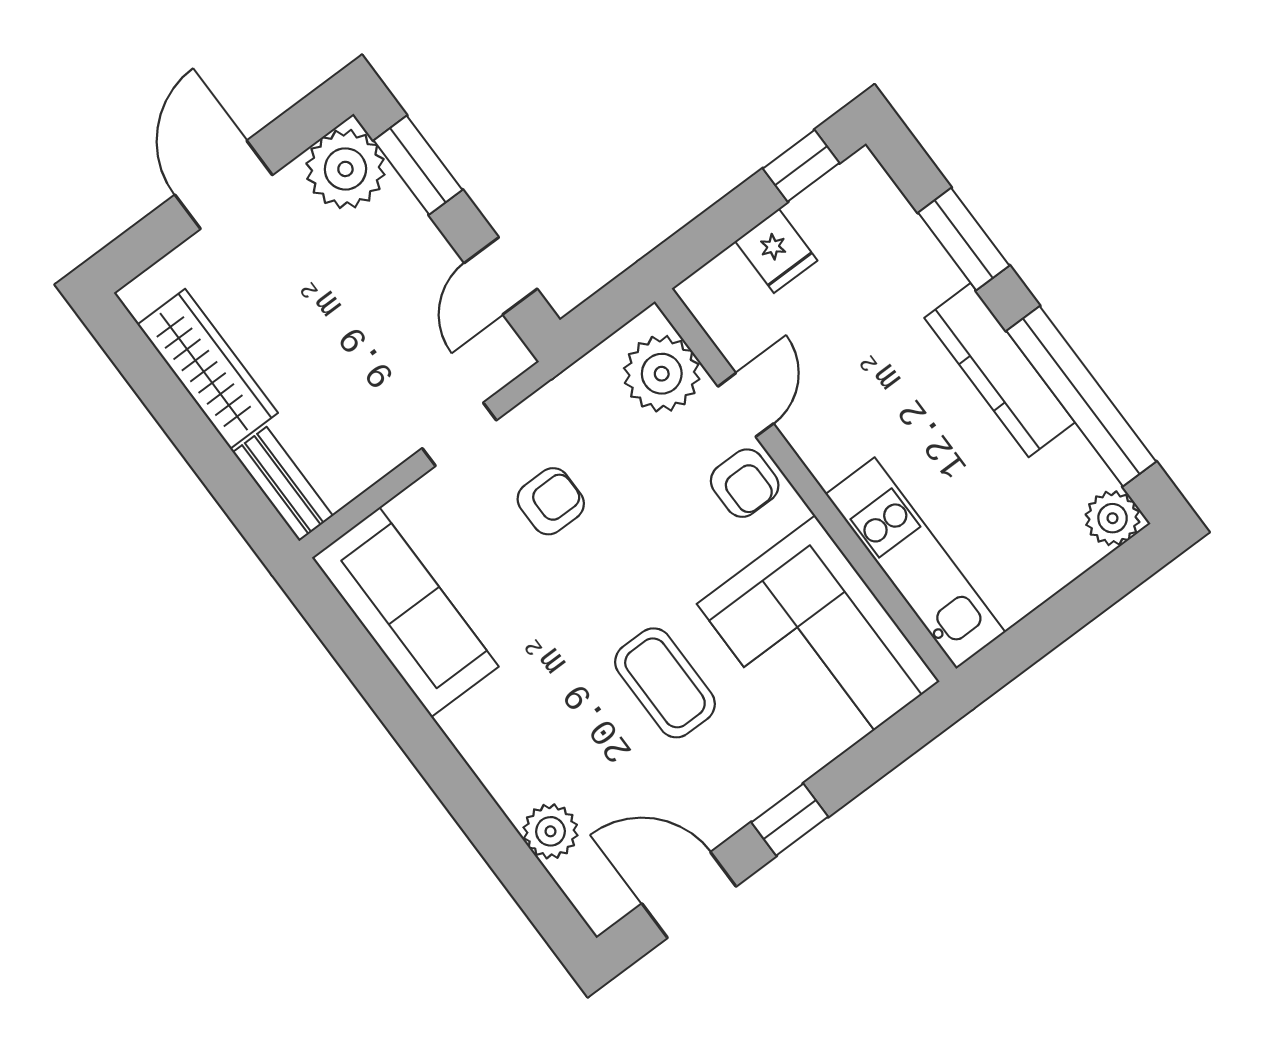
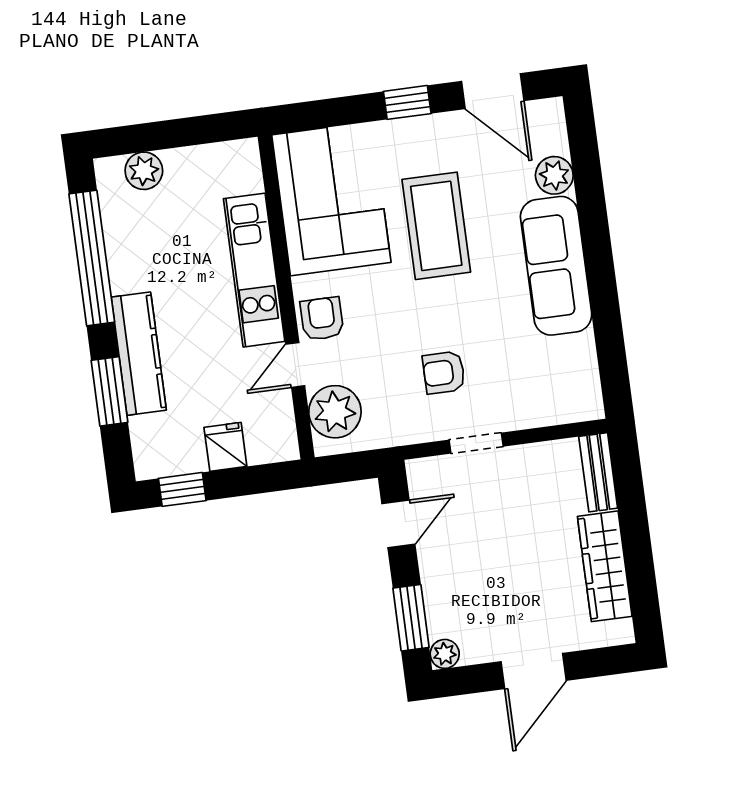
plant: (345, 169) -> (445, 654), width x0.53, depth x0.53
kitchen counter: (1000, 370) -> (139, 354), moved
plant: (1113, 518) -> (144, 171), moved
kitchen unit: (916, 563) -> (254, 270), moved
sofa: (405, 612) -> (556, 266), moved
coffee table: (665, 683) -> (436, 226), width x1.36, depth x1.32

